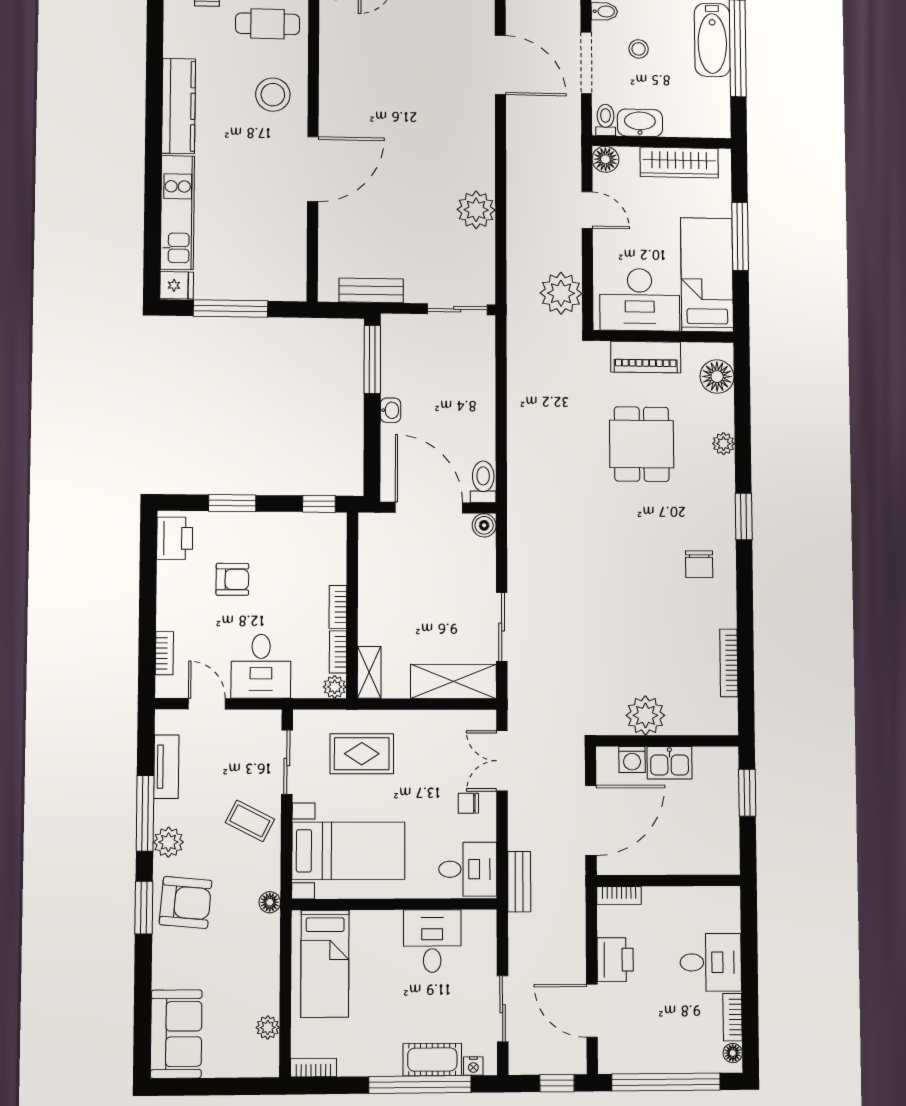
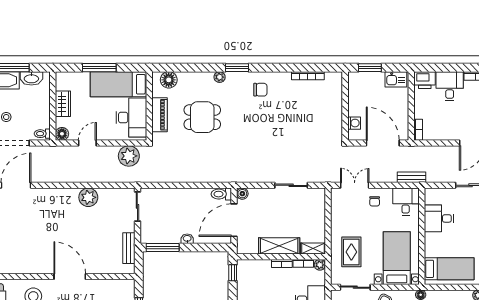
washbasin: (640, 123) -> (31, 78), moved, turned -90
wardrobe: (679, 163) -> (63, 104), width x0.67
plant: (723, 444) -> (220, 77), moved
shelving: (453, 681) -> (279, 246), moved, turned 90
plant: (645, 715) -> (333, 116), removed
double door: (502, 761) -> (355, 185), swing flipped
kitchen sink: (670, 763) -> (396, 79), moved, turned 90
printer: (615, 960) -> (425, 80), moved, turned 180

